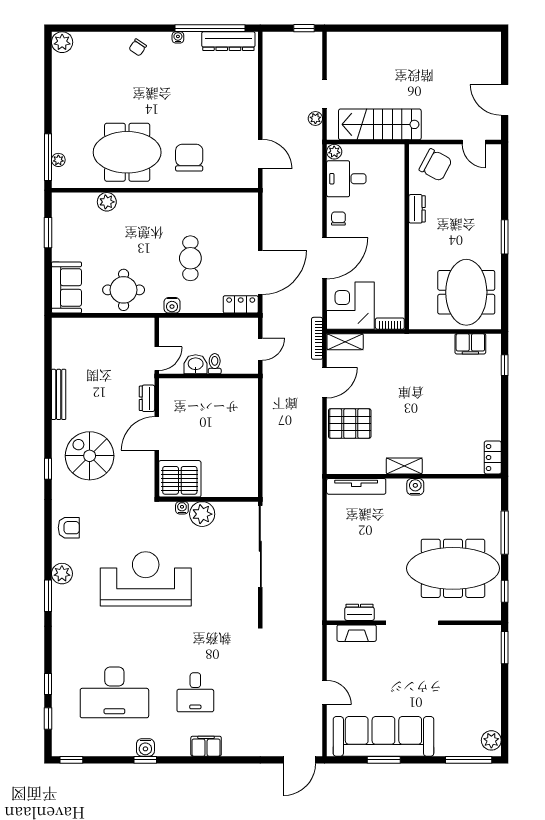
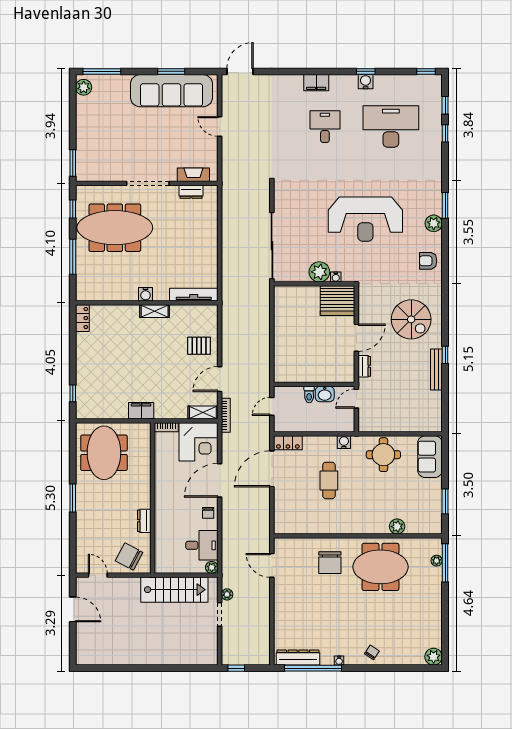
filing cabinet: (470, 344) -> (141, 411), moved
pallet: (350, 424) -> (199, 346), width x0.67, depth x0.71
window: (48, 469) -> (445, 355), moved

